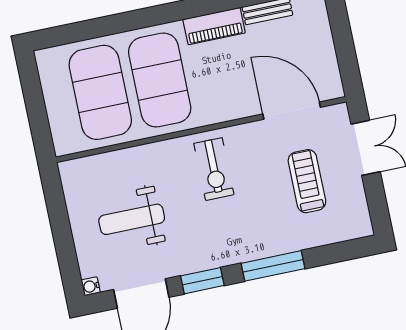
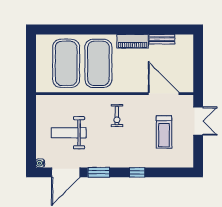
exercise bike: (214, 169) -> (117, 116), width x0.73, depth x0.72
treadmill: (307, 181) -> (164, 132), turned 180
window: (273, 266) -> (137, 172), width x0.46

